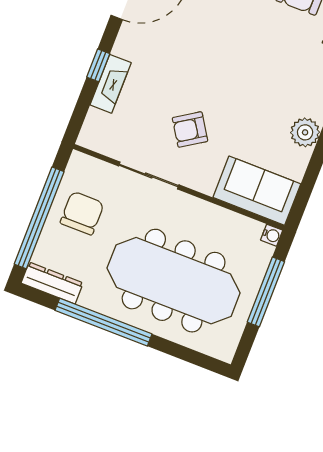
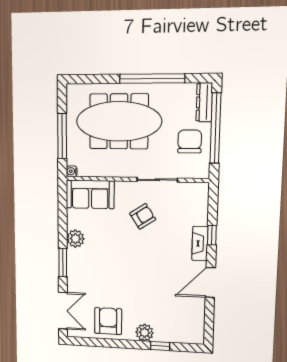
fireplace: (111, 84) -> (200, 244), moved
chair: (82, 213) -> (190, 141), turned 180
dresser: (52, 283) -> (204, 102), moved, turned 90

